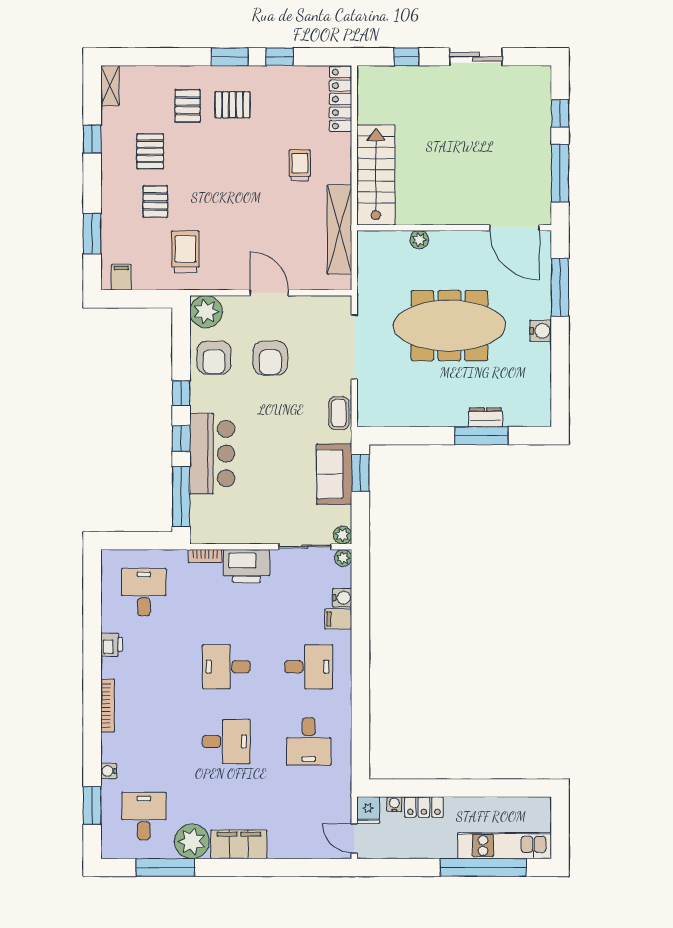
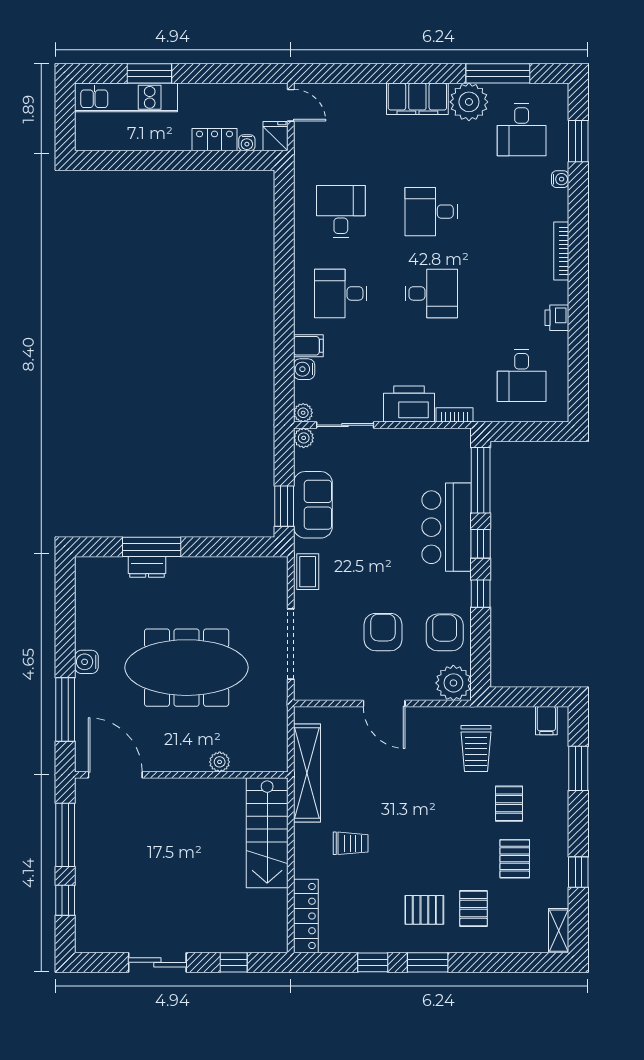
trolley: (300, 165) -> (351, 843), turned -90
window: (483, 867) -> (149, 73), width x0.47

